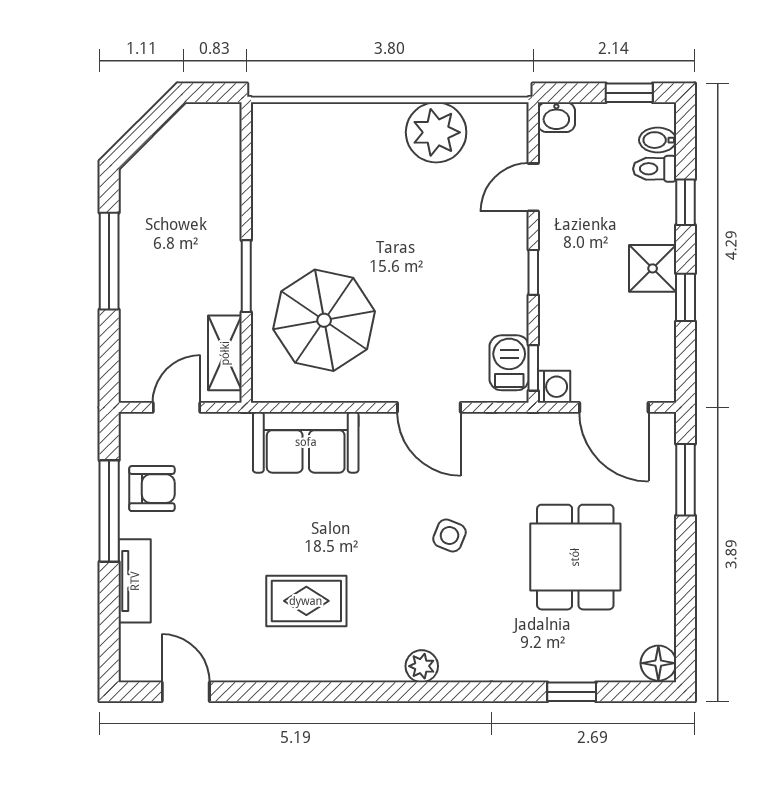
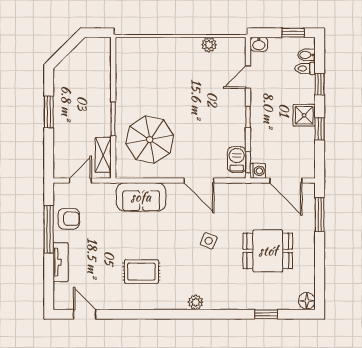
plant: (436, 132) -> (209, 45), width x0.53, depth x0.53
window: (109, 261) -> (49, 112), width x0.69
dining table: (575, 557) -> (268, 251), turned 90

